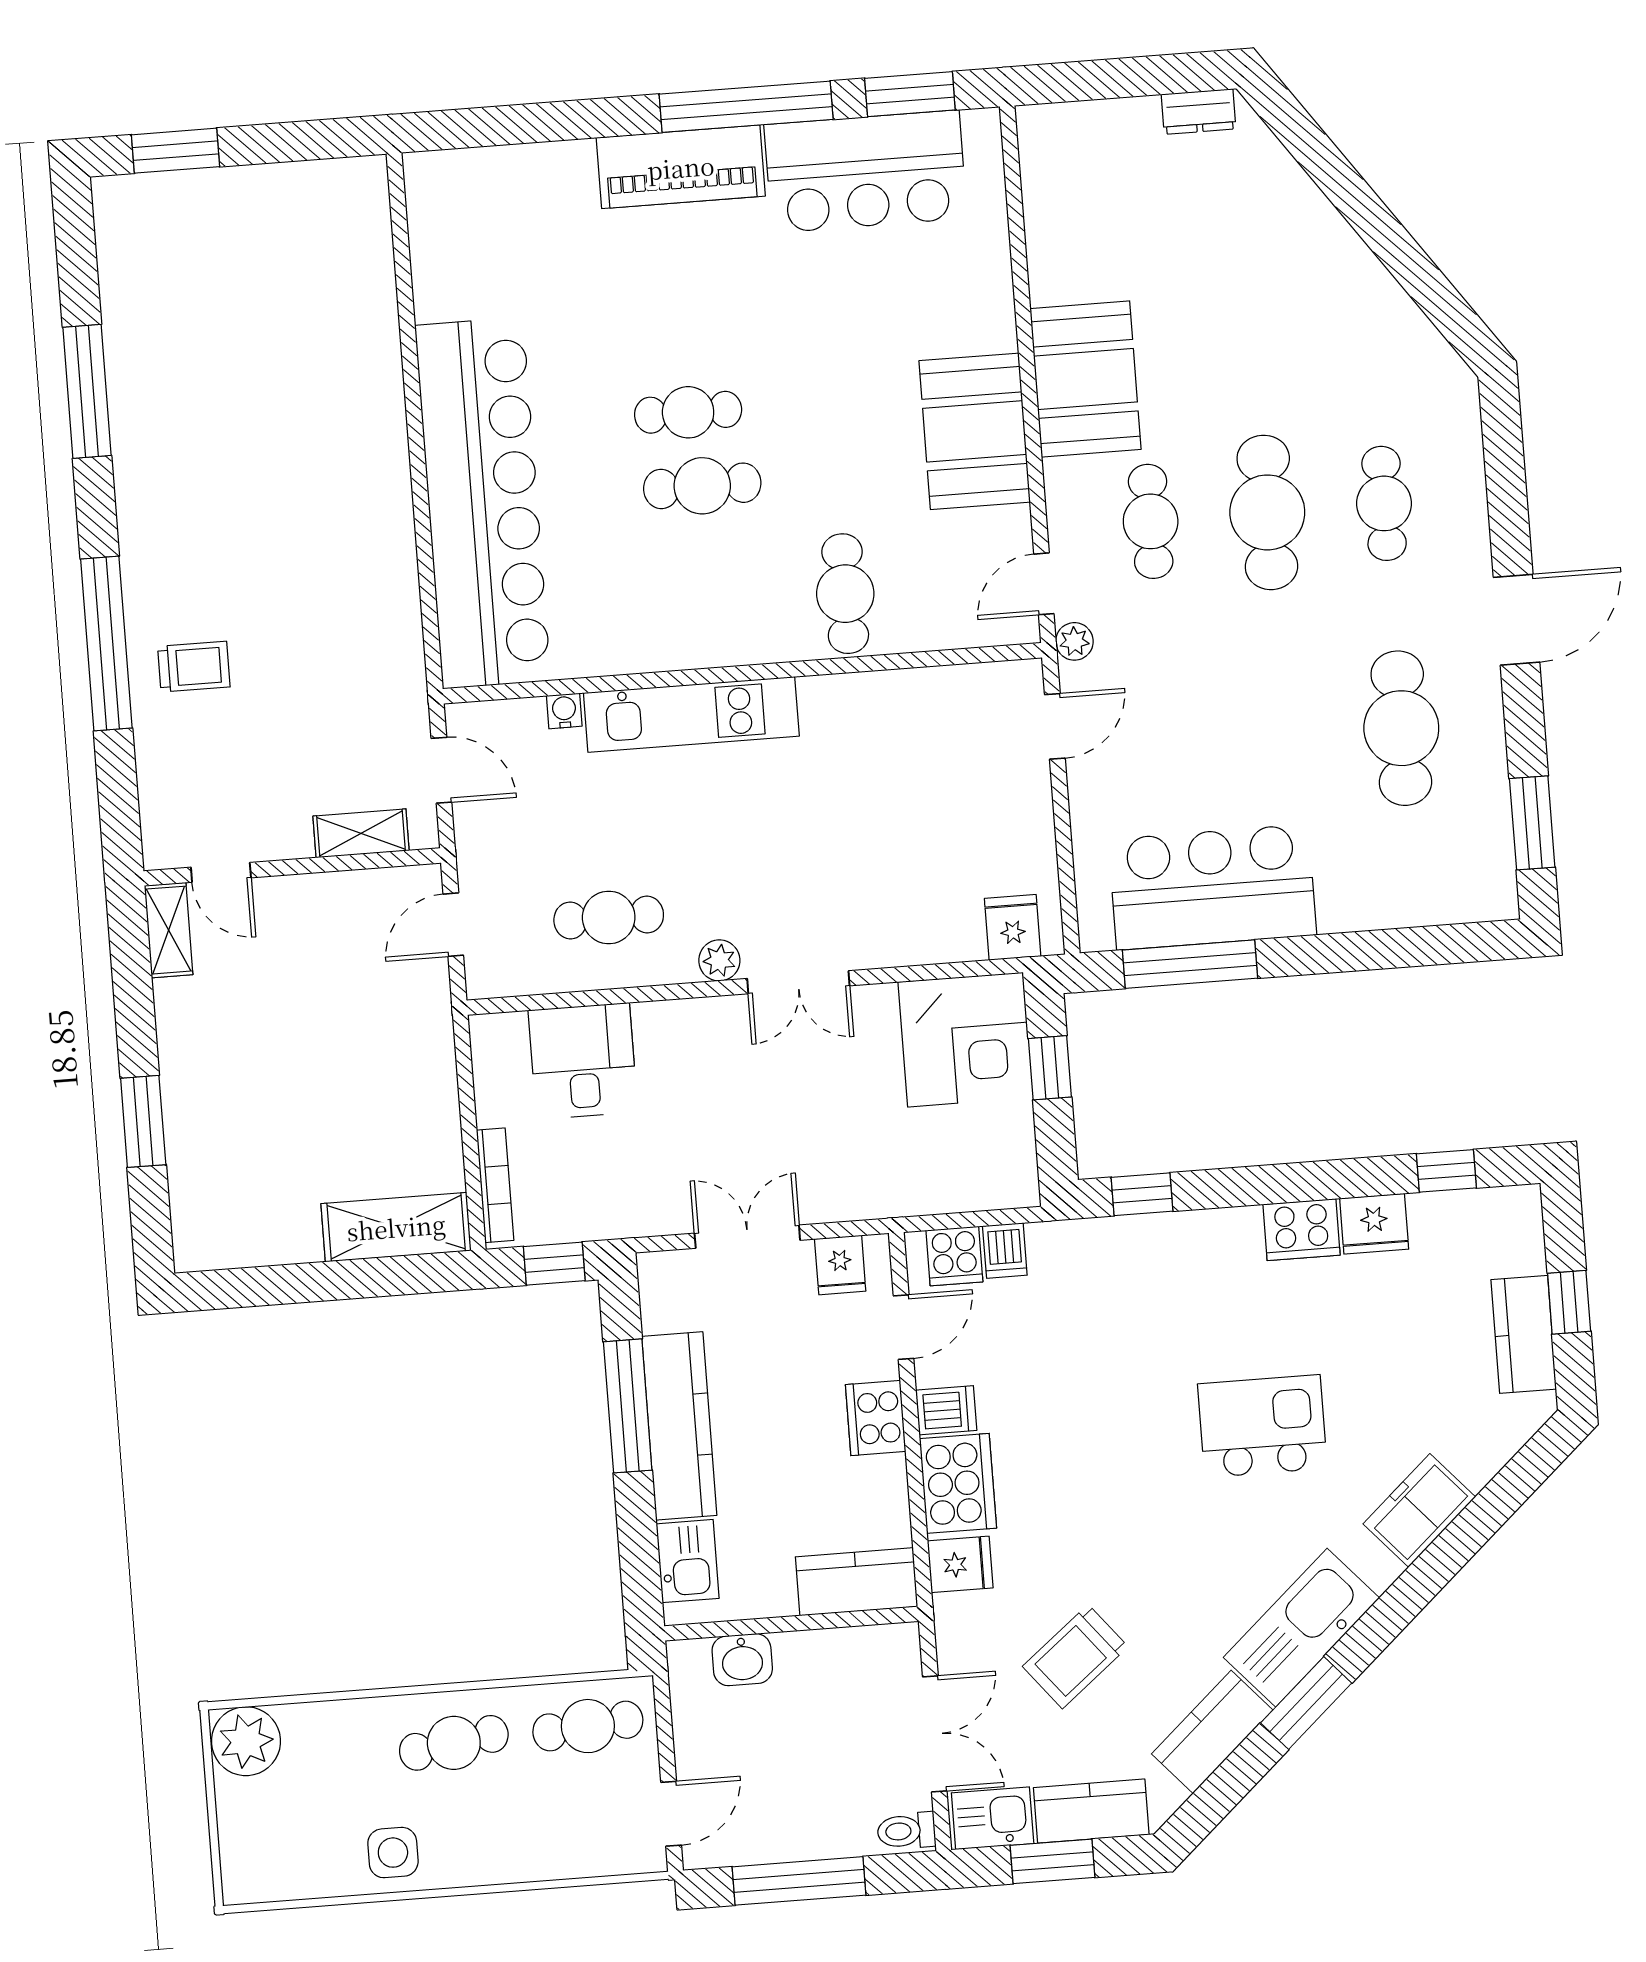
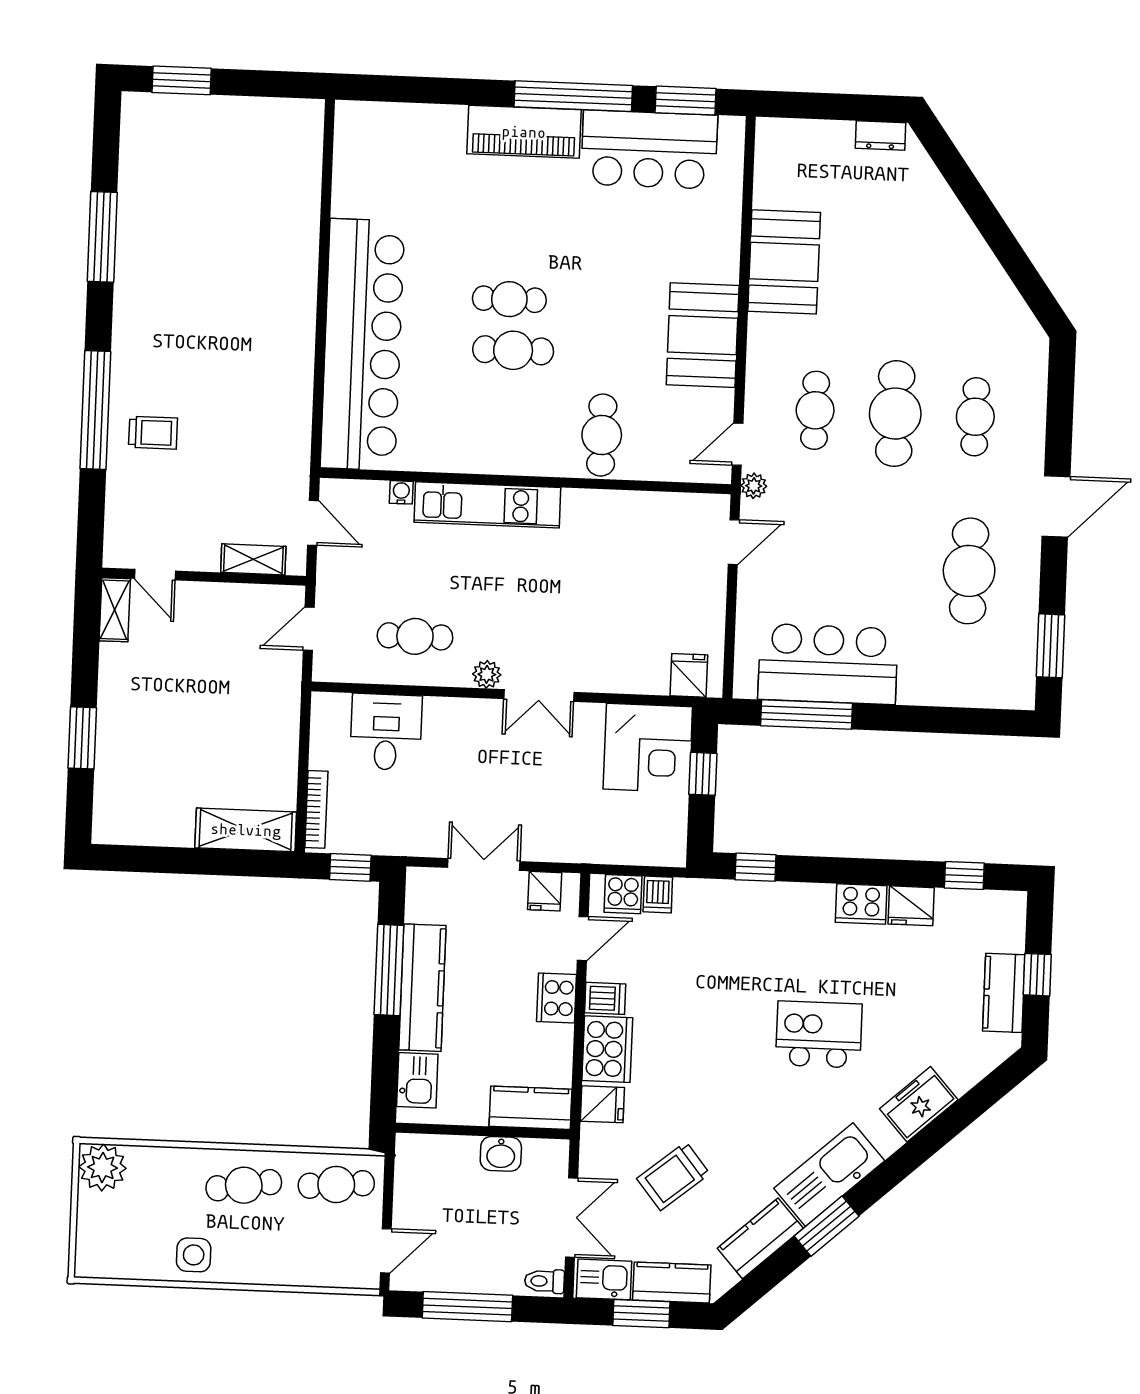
booth: (1086, 379) -> (784, 262), moved
washbasin: (742, 1660) -> (501, 1154), moved

